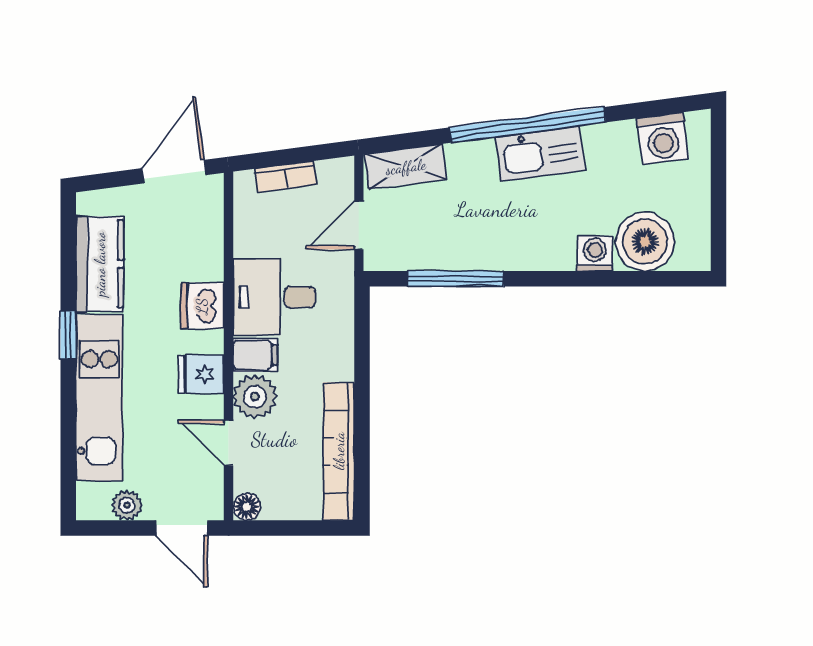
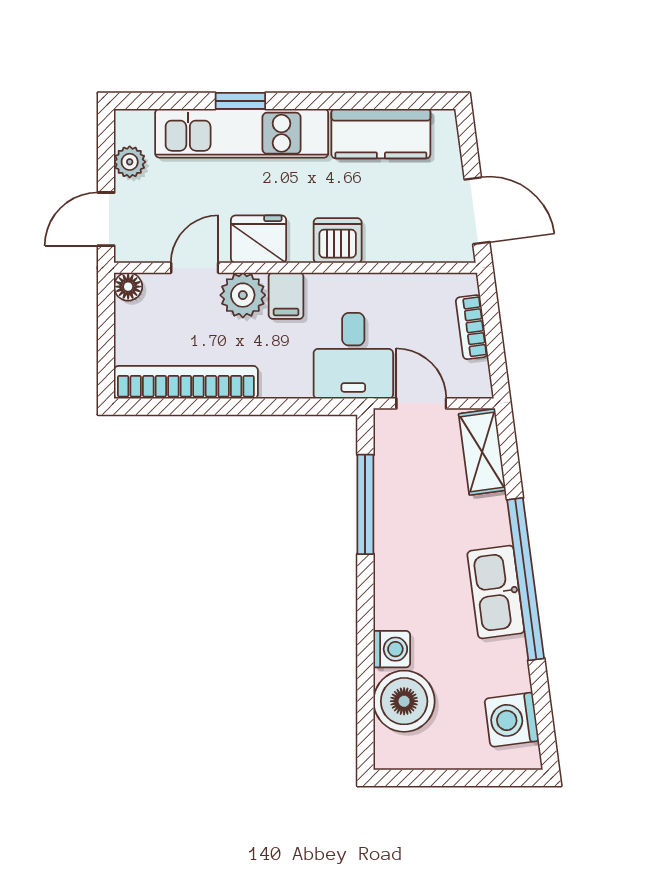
desk: (274, 297) -> (353, 356), moved, turned 180
window: (68, 335) -> (240, 101), moved
fridge: (201, 374) -> (259, 239), width x1.38

